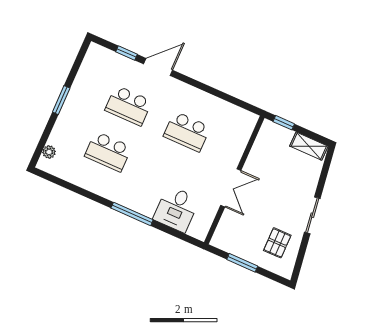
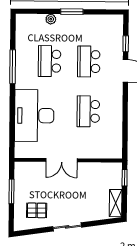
plant: (49, 152) -> (51, 19), moved
desk: (176, 209) -> (34, 116), width x1.87, depth x1.30
window: (132, 214) -> (13, 67), moved

